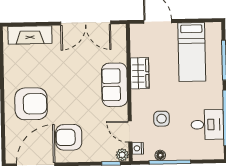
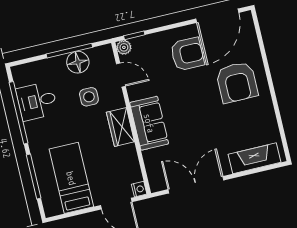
wardrobe: (140, 73) -> (120, 127), moved
armchair: (31, 104) -> (237, 82), turned -90
nightstand: (138, 148) -> (139, 189), moved
floor lamp: (160, 155) -> (78, 62), width x1.89, depth x1.89

